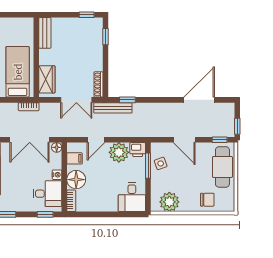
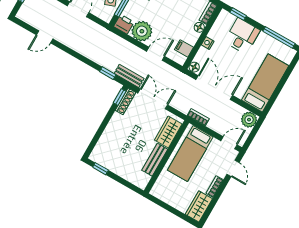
bench: (45, 33) -> (155, 160), moved
window: (105, 37) -> (120, 97), moved
door: (199, 100) -> (45, 37), width x0.53
bench: (113, 108) -> (129, 76), width x0.73
floor lamp: (76, 180) -> (199, 27), width x0.53, depth x0.53
desk: (48, 194) -> (242, 36), moved, turned 90

